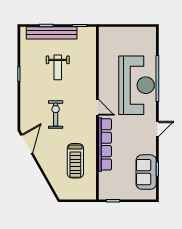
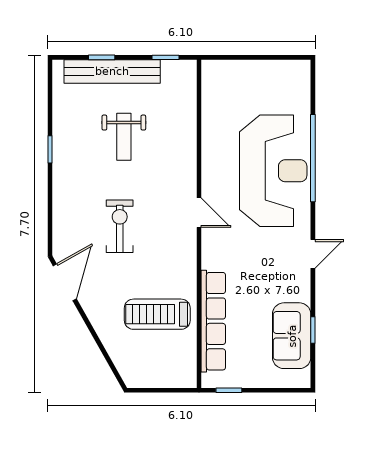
row of seats: (105, 144) -> (213, 321), moved
treadmill: (75, 161) -> (157, 314), turned 90

